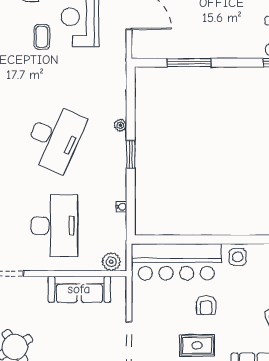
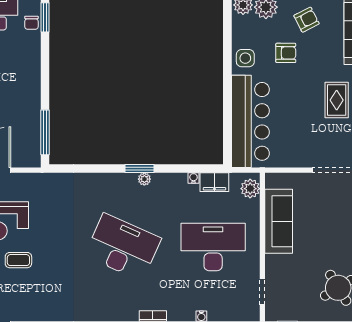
window: (189, 63) -> (45, 132), moved
plant: (120, 125) -> (144, 179), moved
filing cabinet: (117, 227) -> (214, 182), added
armchair: (206, 305) -> (286, 53), moved

